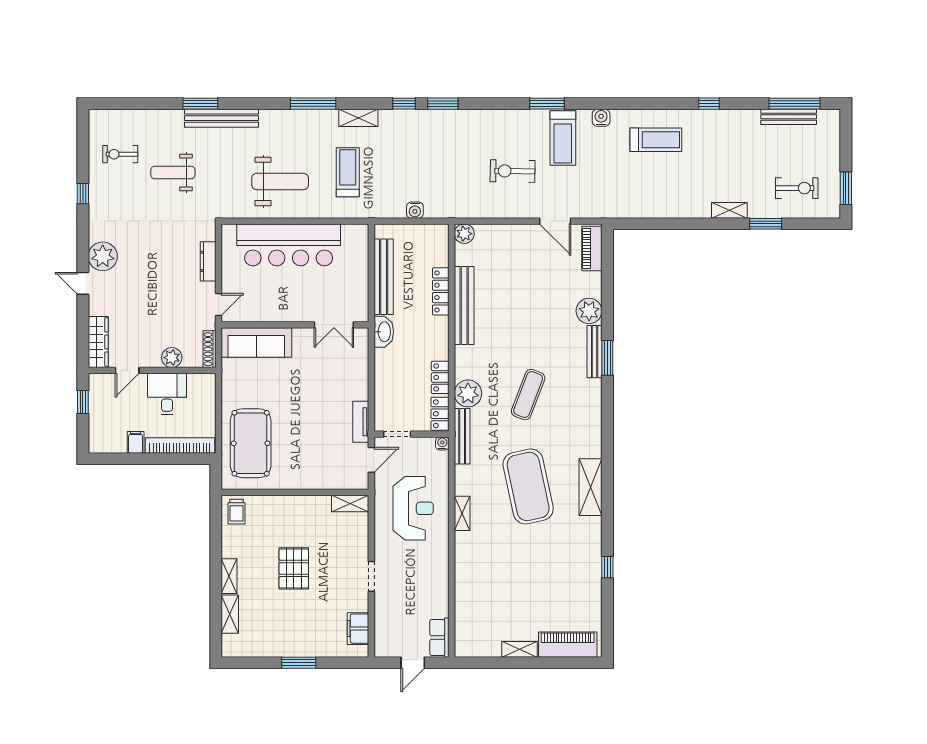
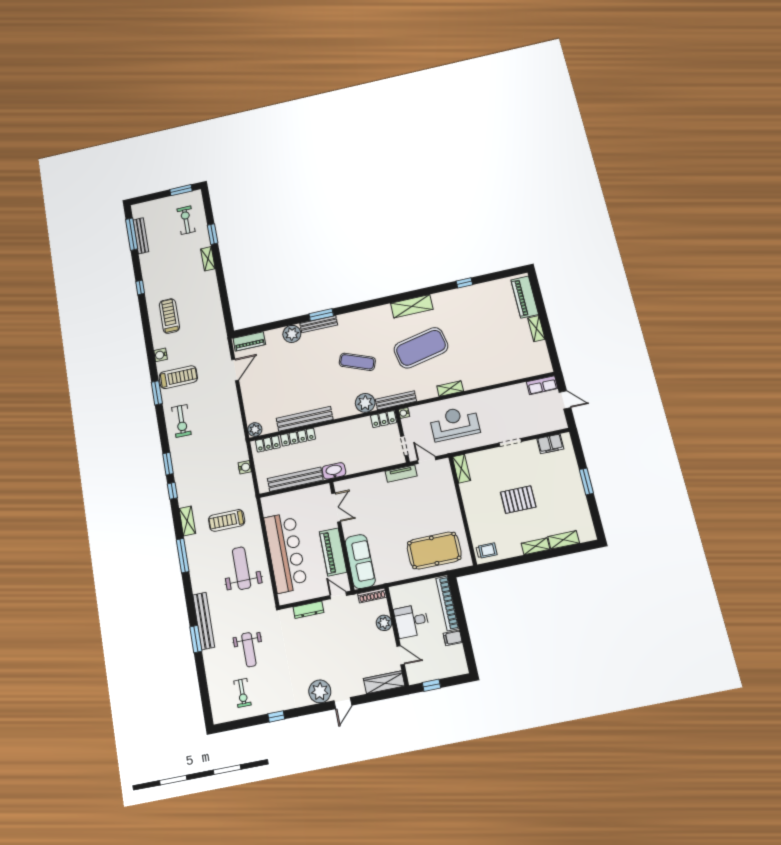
exercise bike: (513, 171) -> (181, 421), moved
piano: (276, 309) -> (333, 552), added
locker: (440, 377) -> (268, 444), moved

